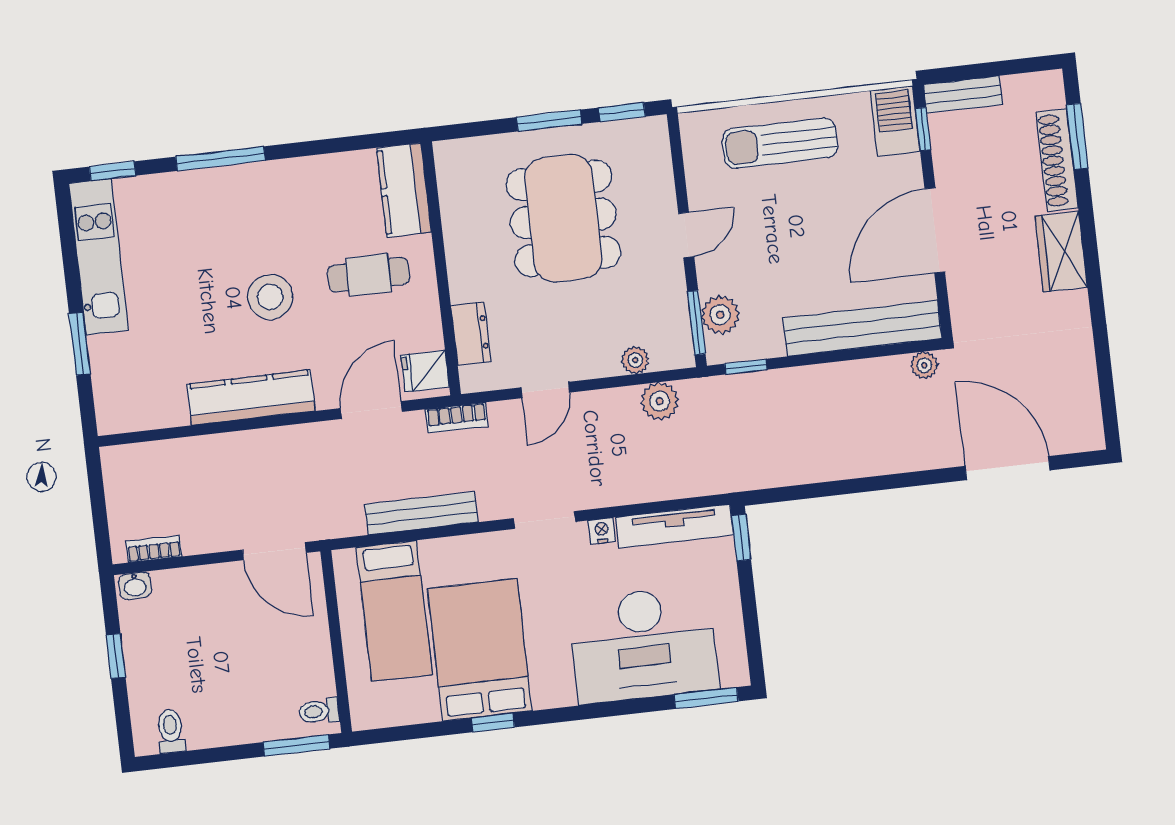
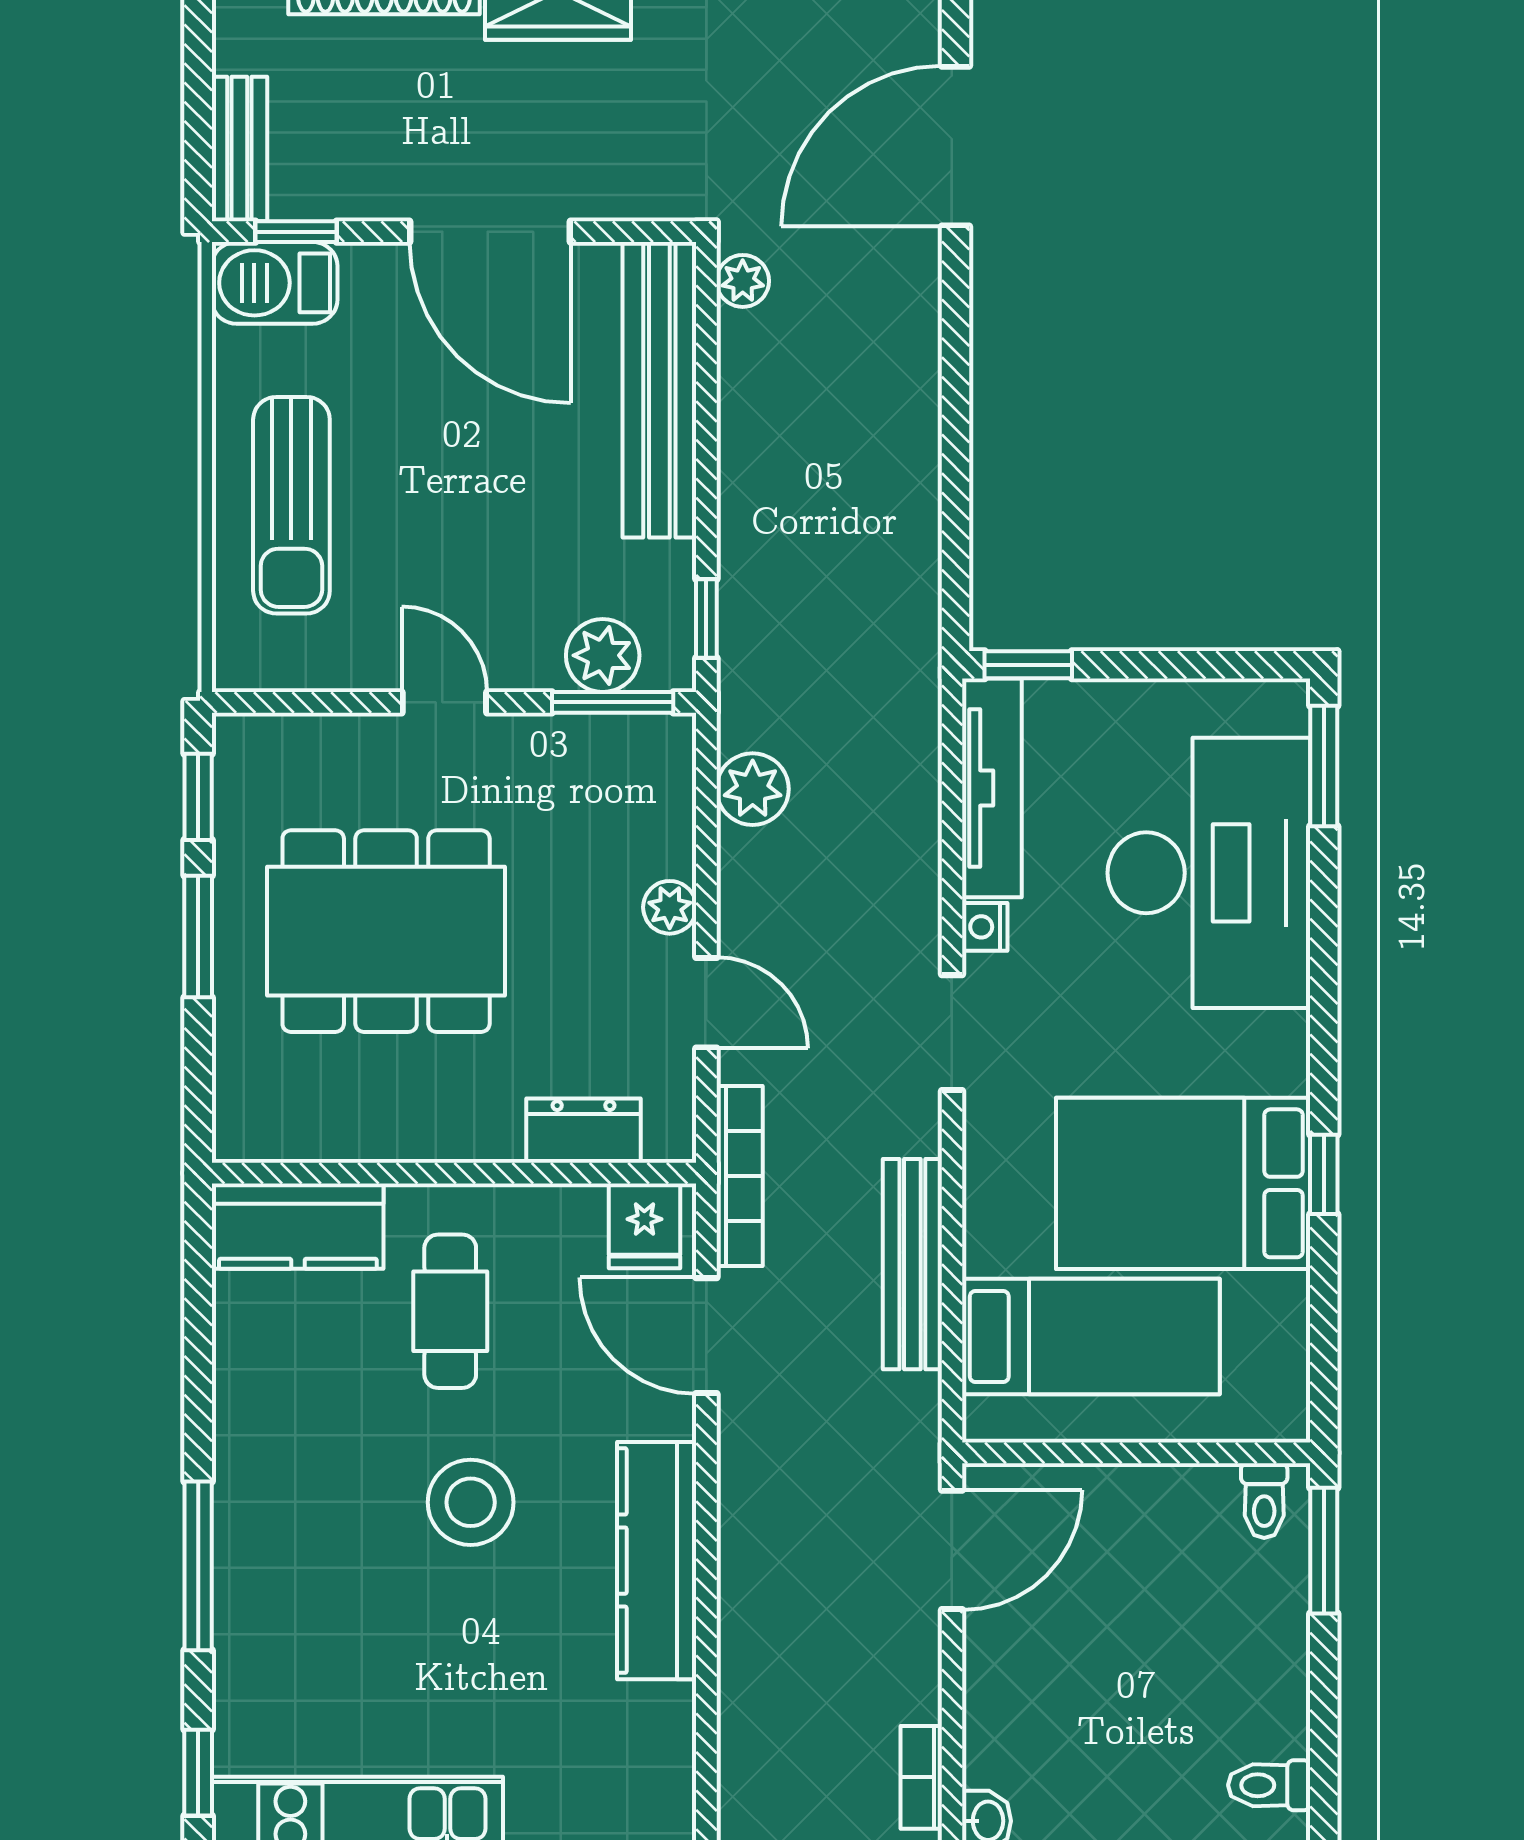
plant: (635, 360) -> (670, 907), moved
bookcase: (457, 418) -> (740, 1176), width x1.56

